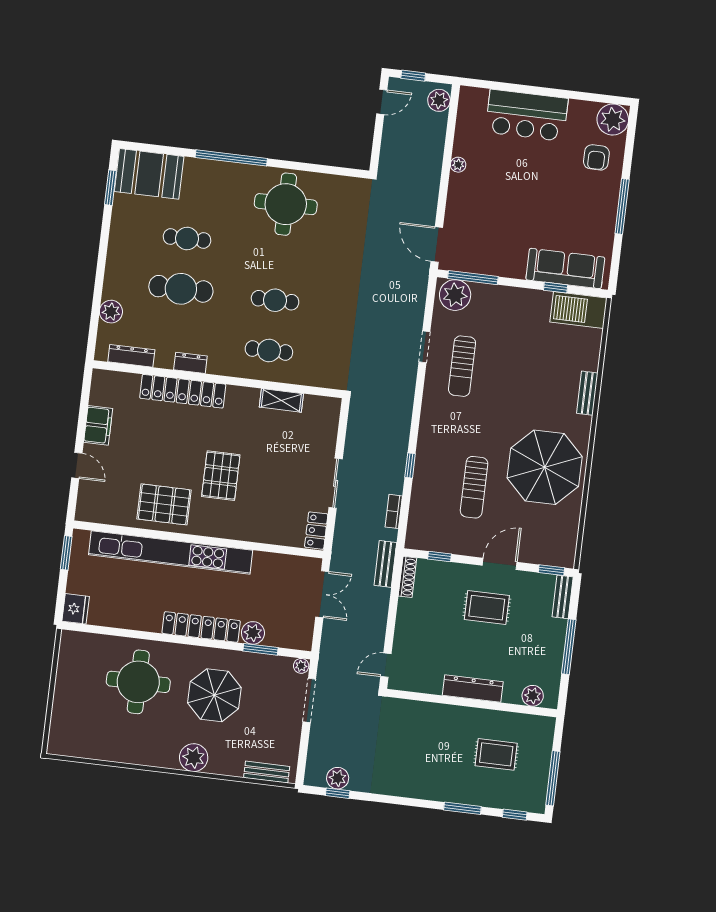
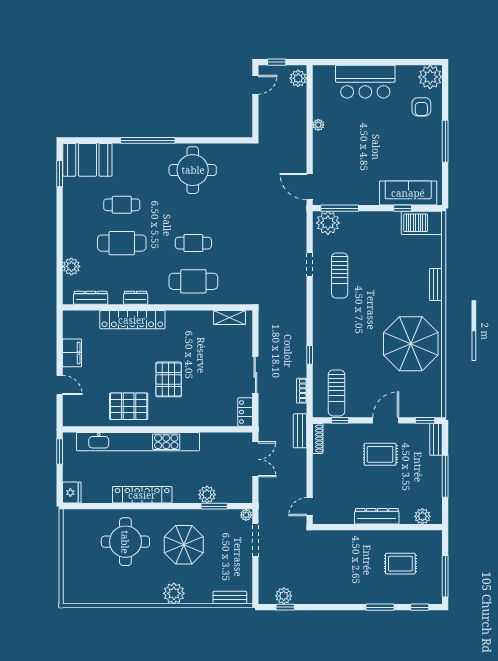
cafe table: (269, 351) -> (193, 281), width x1.37, depth x1.35
shelving: (281, 400) -> (230, 318), moved
sun lounger: (474, 487) -> (336, 393), moved
locker: (201, 627) -> (142, 495), moved

